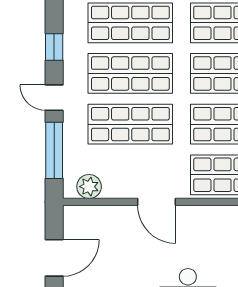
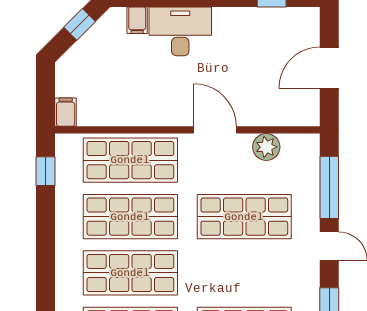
shop shelf: (130, 73) -> (244, 273), removed
plant: (89, 187) -> (266, 147), moved

